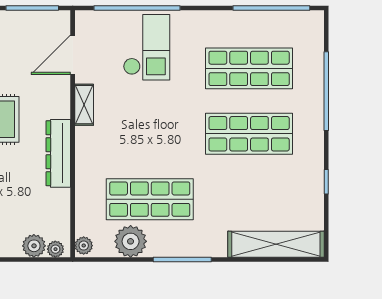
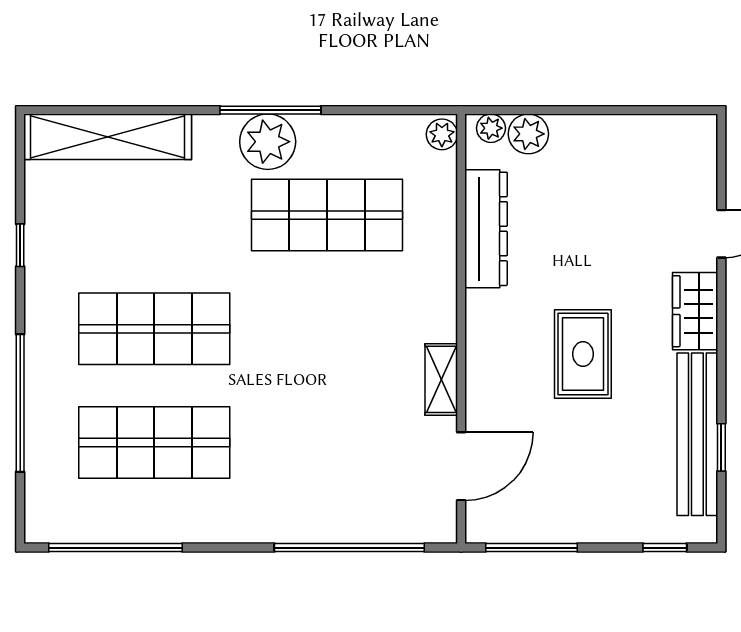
checkout: (147, 47) -> (332, 479), removed
dresser: (58, 153) -> (486, 229), moved
plant: (131, 241) -> (268, 142), moved

